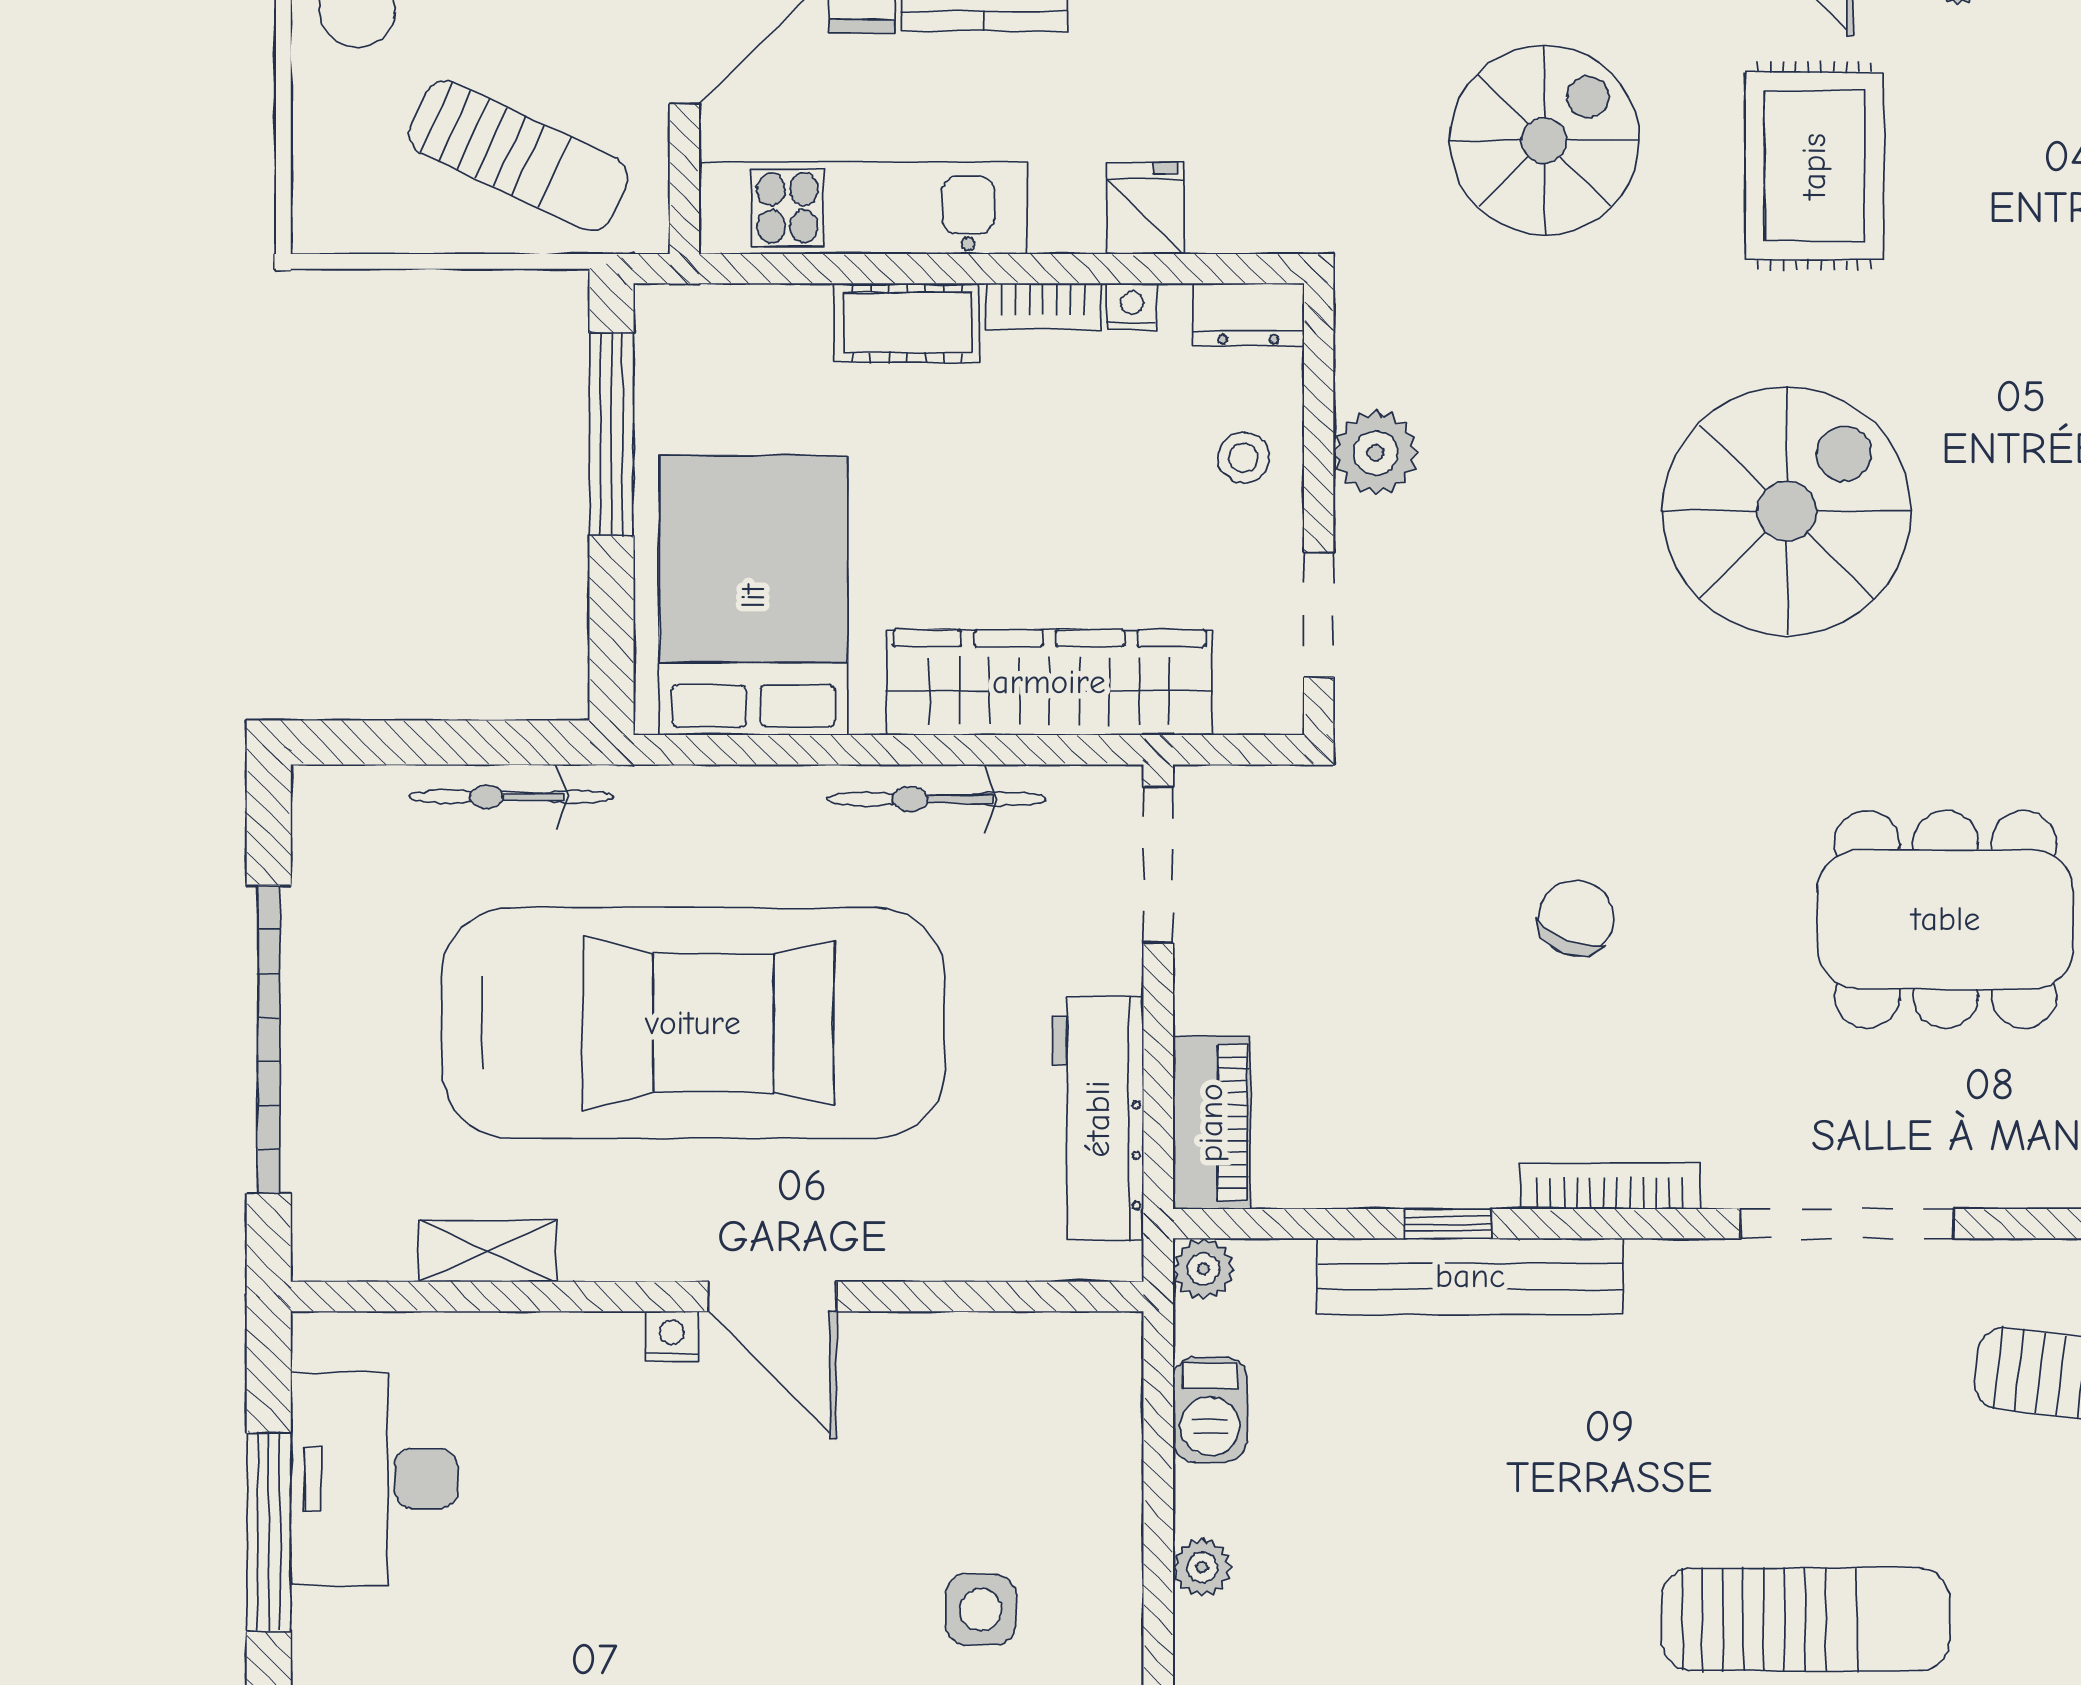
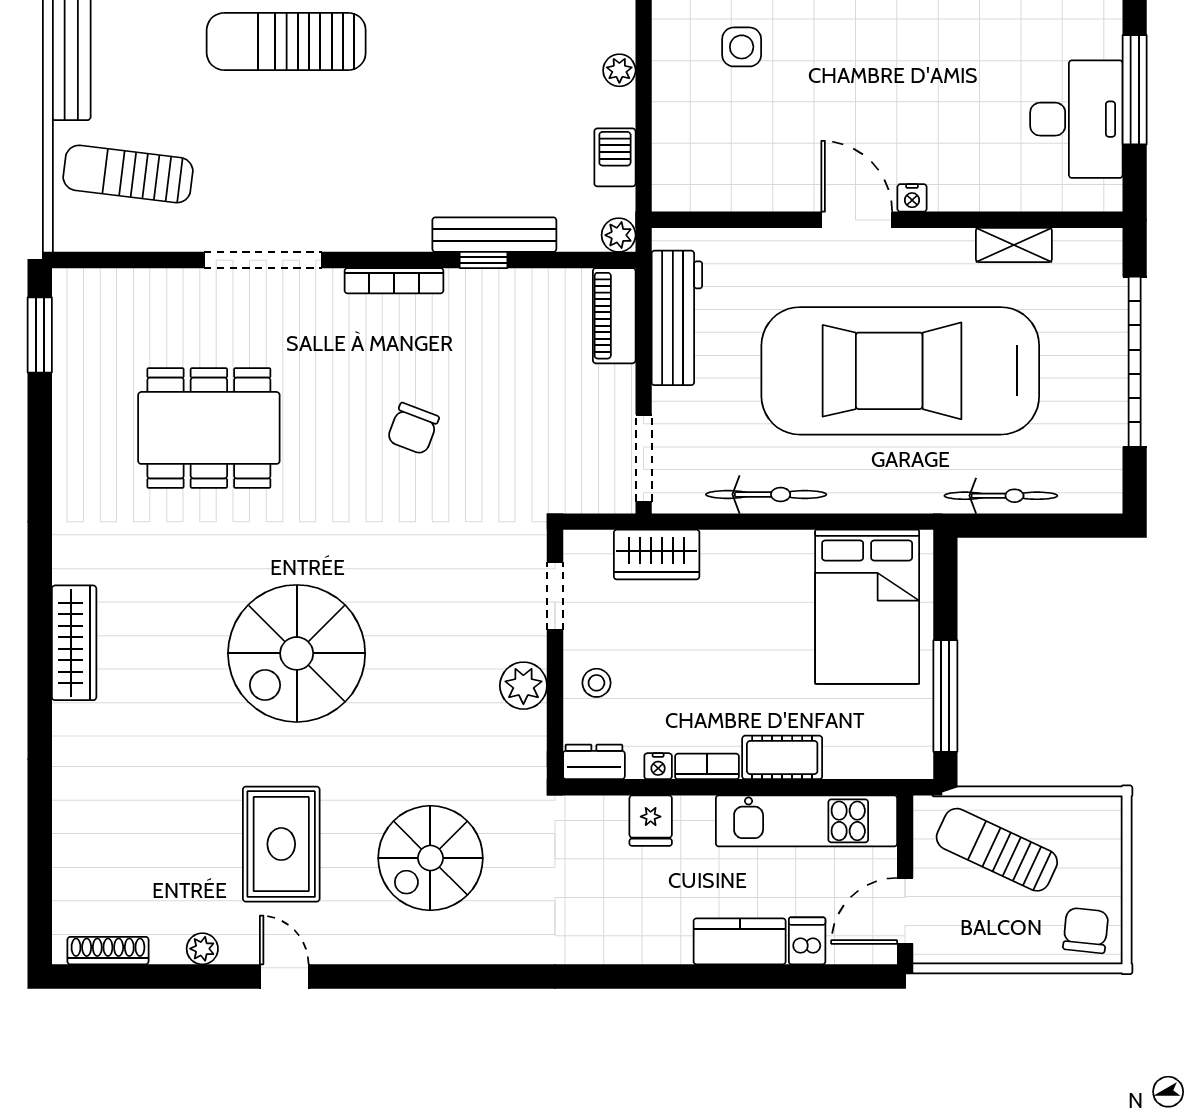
wardrobe: (1049, 682) -> (657, 555), width x0.48, depth x0.85
bench: (1470, 1276) -> (494, 235), width x0.73, depth x0.82

